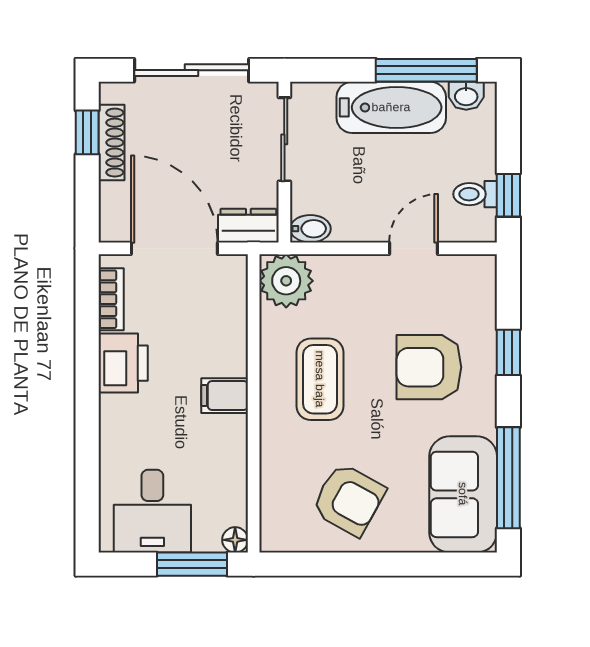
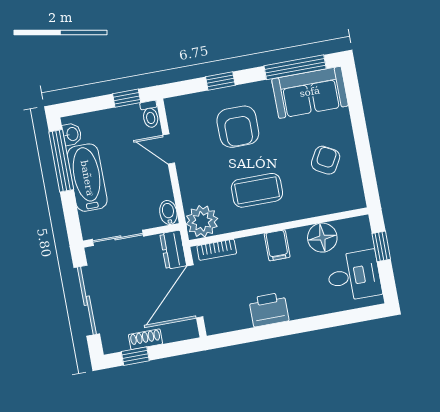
shoe rack: (112, 143) -> (145, 339), width x0.70
toilet: (475, 194) -> (150, 114), moved
bookcase: (111, 299) -> (217, 250), moved, turned 180
armchair: (349, 500) -> (326, 160), width x0.72, depth x0.72
floor lamp: (235, 540) -> (322, 238), moved, width x1.89, depth x1.89
window: (192, 564) -> (381, 246), width x0.67

